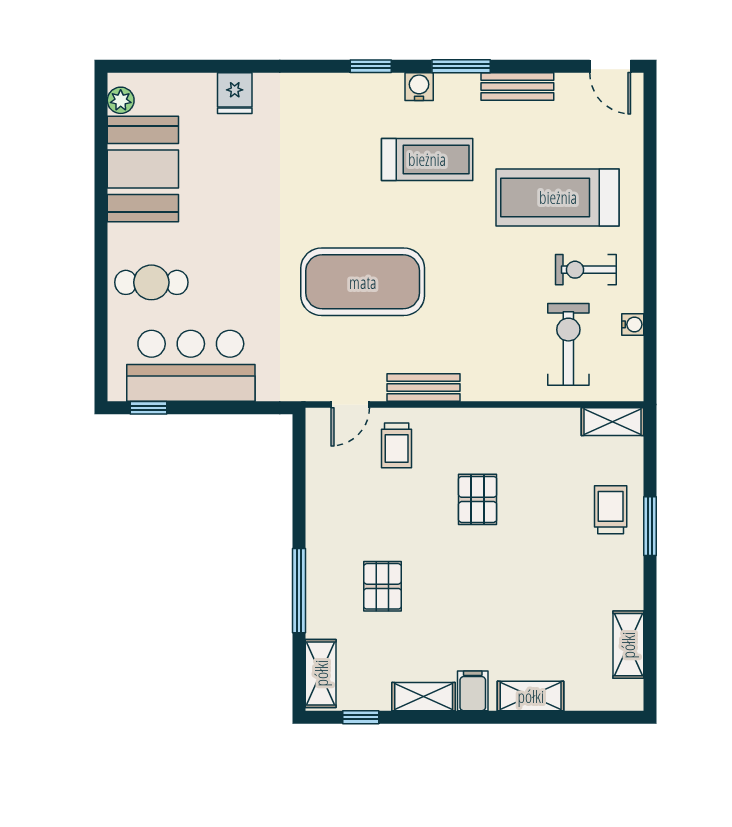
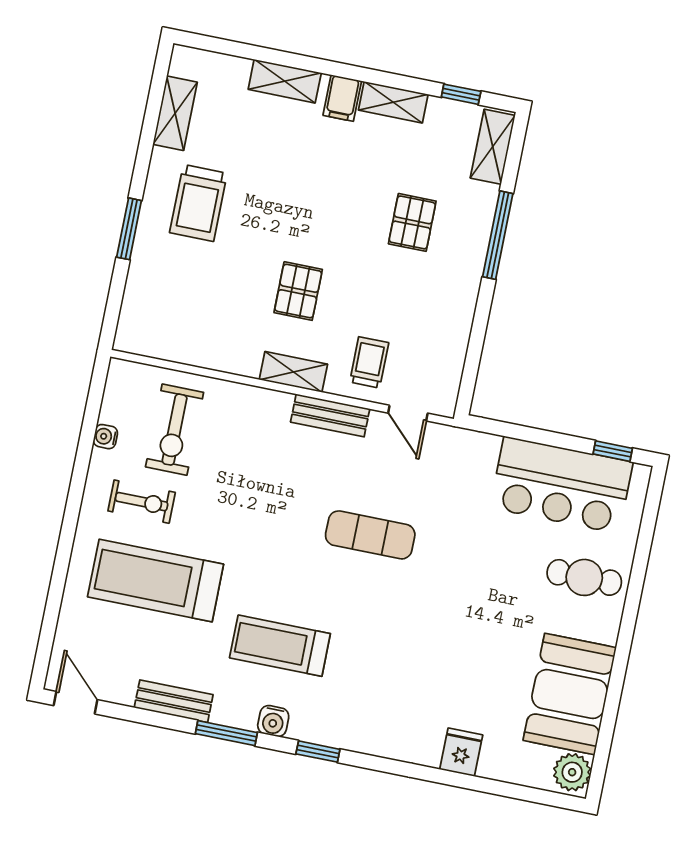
plant: (121, 100) -> (572, 772), width x1.38, depth x1.38
treadmill: (558, 197) -> (156, 581), turned 180
exercise mat: (363, 282) -> (370, 535), width x0.50, depth x0.69
door: (350, 405) -> (408, 413), swing flipped
shelving: (613, 422) -> (293, 372), moved
trolley: (611, 510) -> (198, 203), moved, width x1.36, depth x1.39

